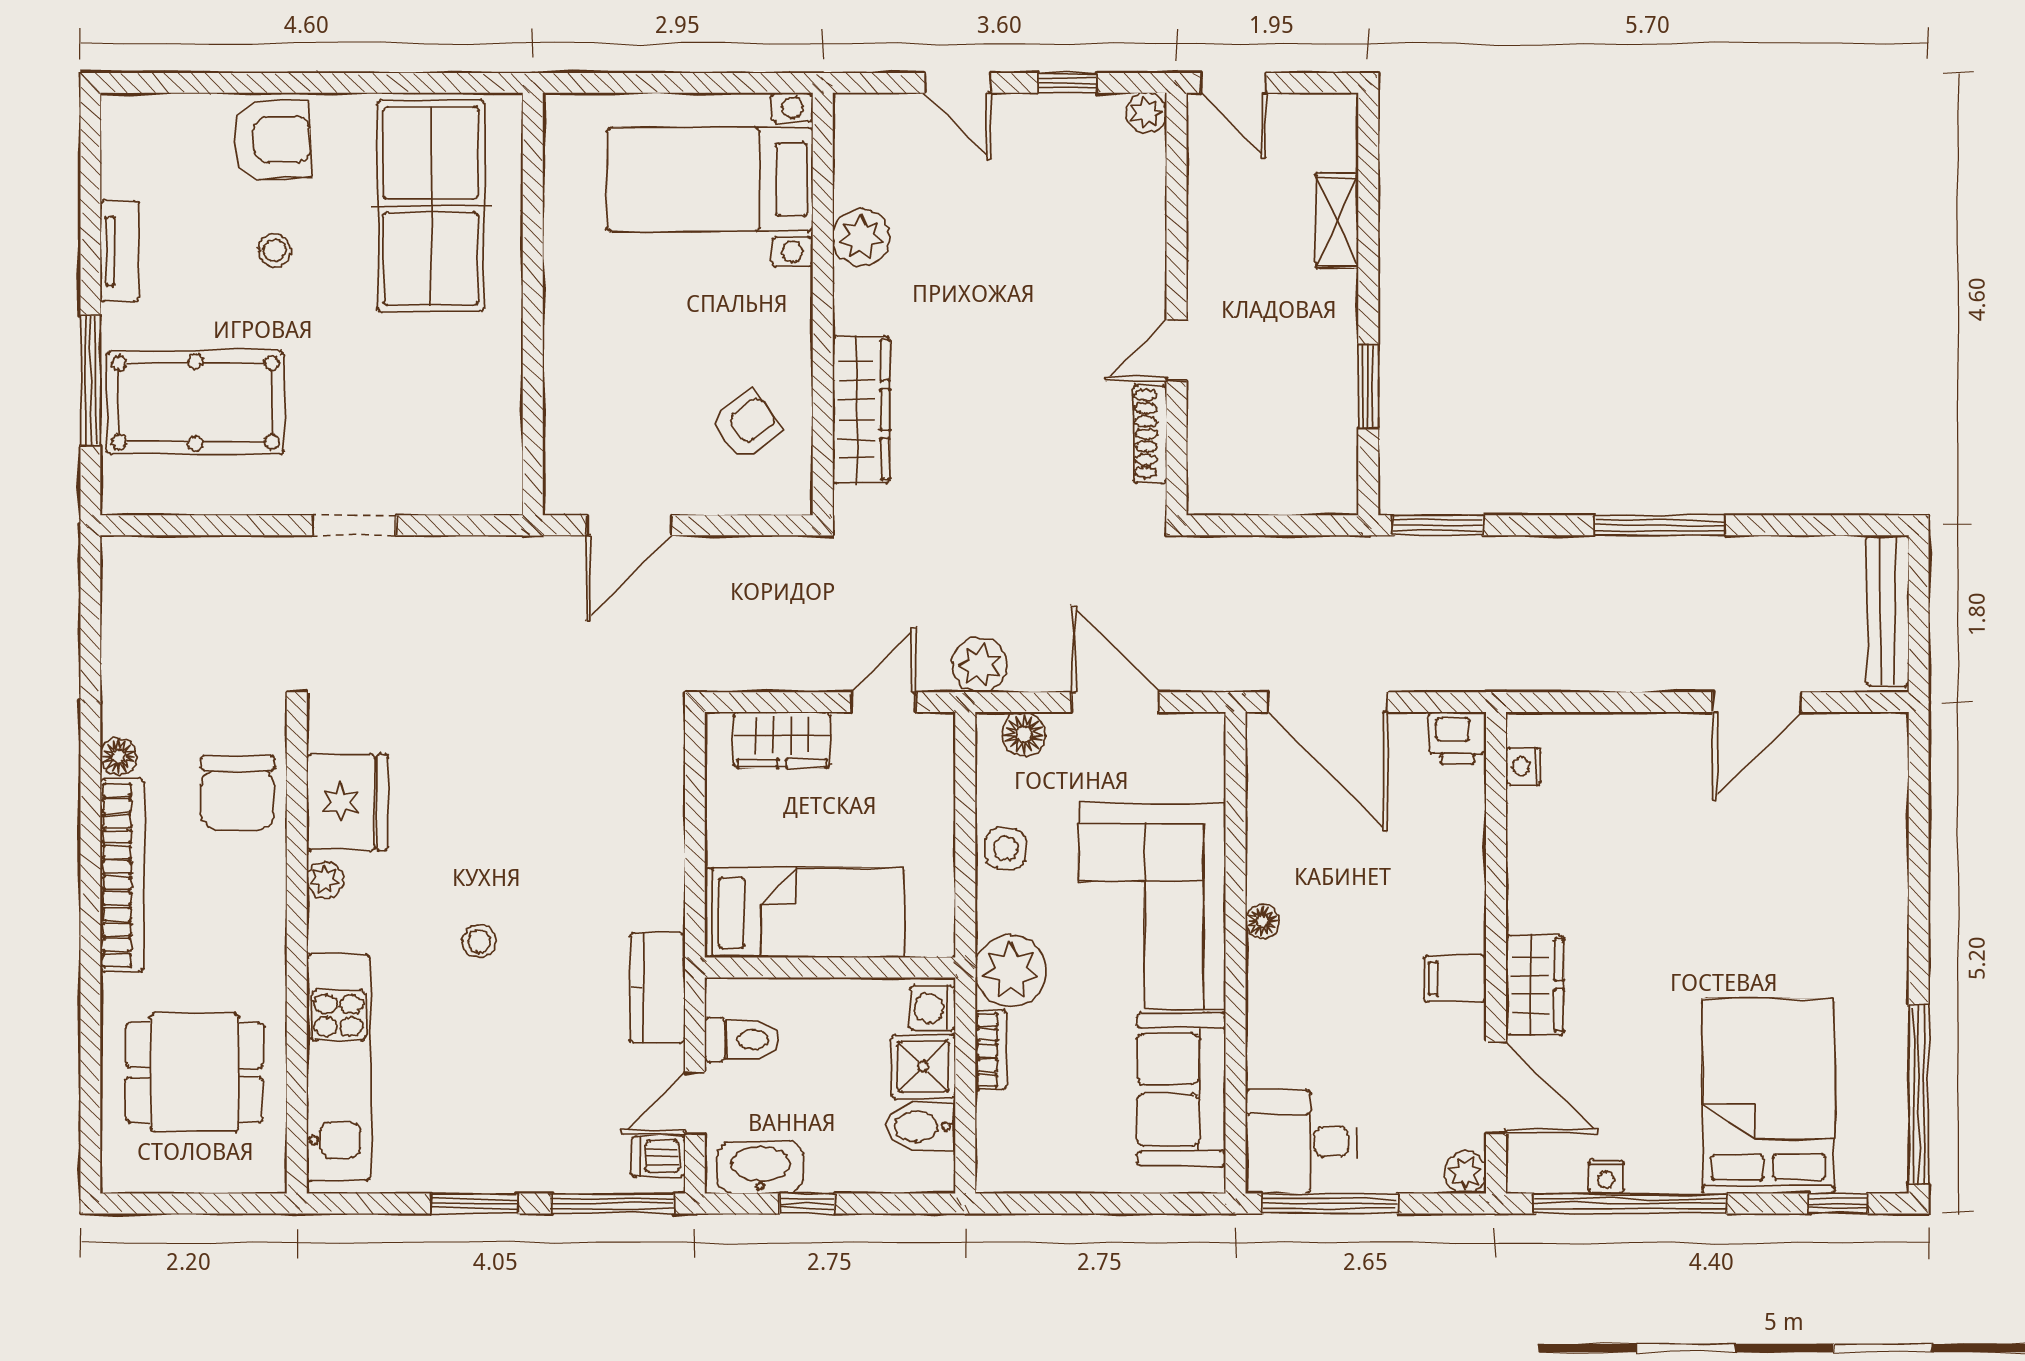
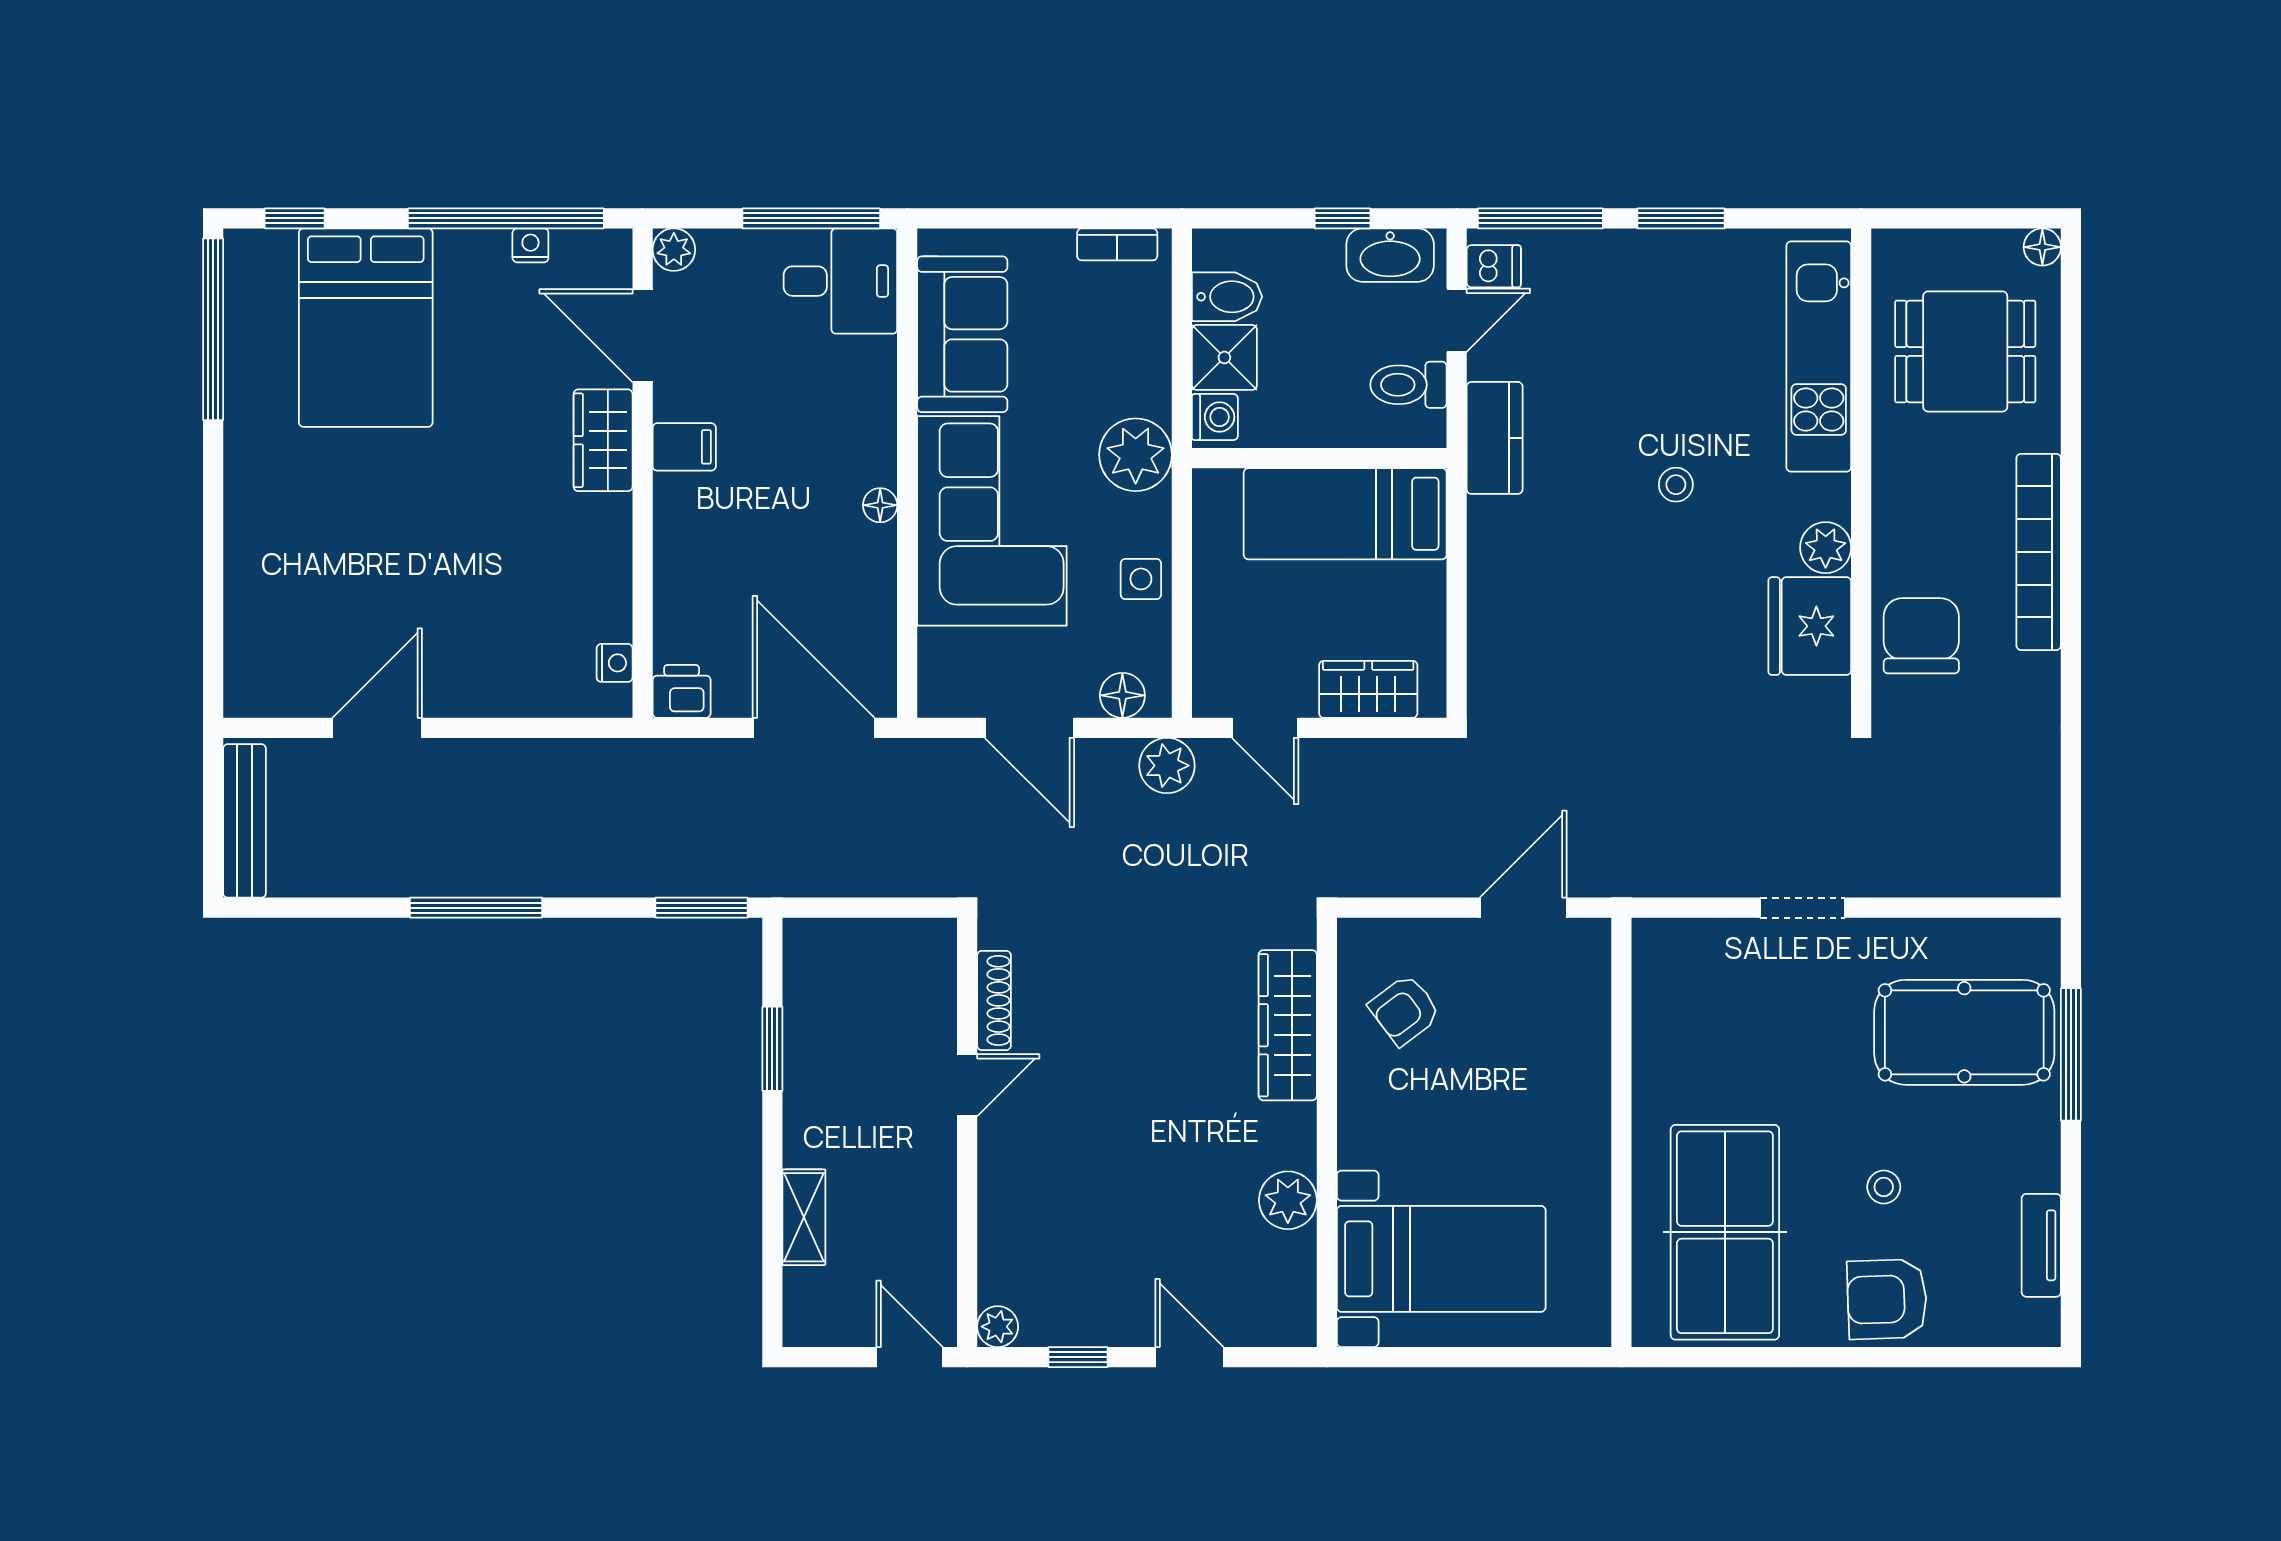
tv unit: (120, 251) -> (2041, 1245), moved
door: (883, 702) -> (1265, 728), hinge flipped
floor lamp: (119, 756) -> (2042, 247), moved
plant: (325, 879) -> (1826, 548), width x1.38, depth x1.38
bookcase: (991, 1050) -> (1117, 244), moved, turned -90

